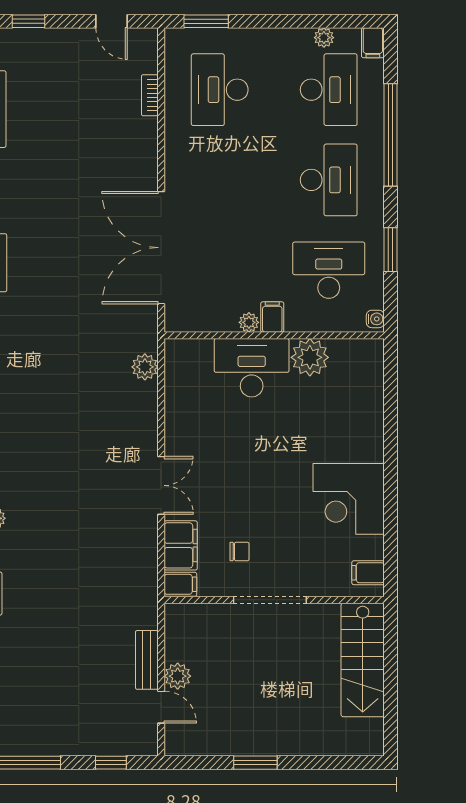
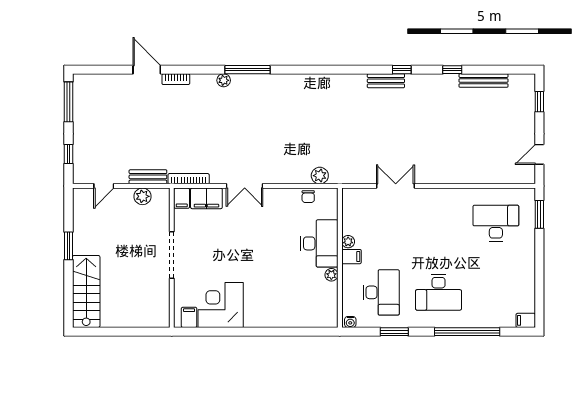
plant: (324, 38) -> (529, 289), removed
desk: (329, 90) -> (496, 292), removed
bookcase: (150, 95) -> (189, 179), moved, width x1.56
double door: (161, 248) -> (396, 186), width x0.54
plant: (310, 357) -> (331, 275), width x0.53, depth x0.53
corner desk: (349, 499) -> (221, 305), moved
chair: (239, 552) -> (308, 197), moved
bench: (147, 660) -> (148, 177), moved
stairs: (363, 660) -> (86, 291), moved, turned 90
plant: (178, 676) -> (143, 196), moved

